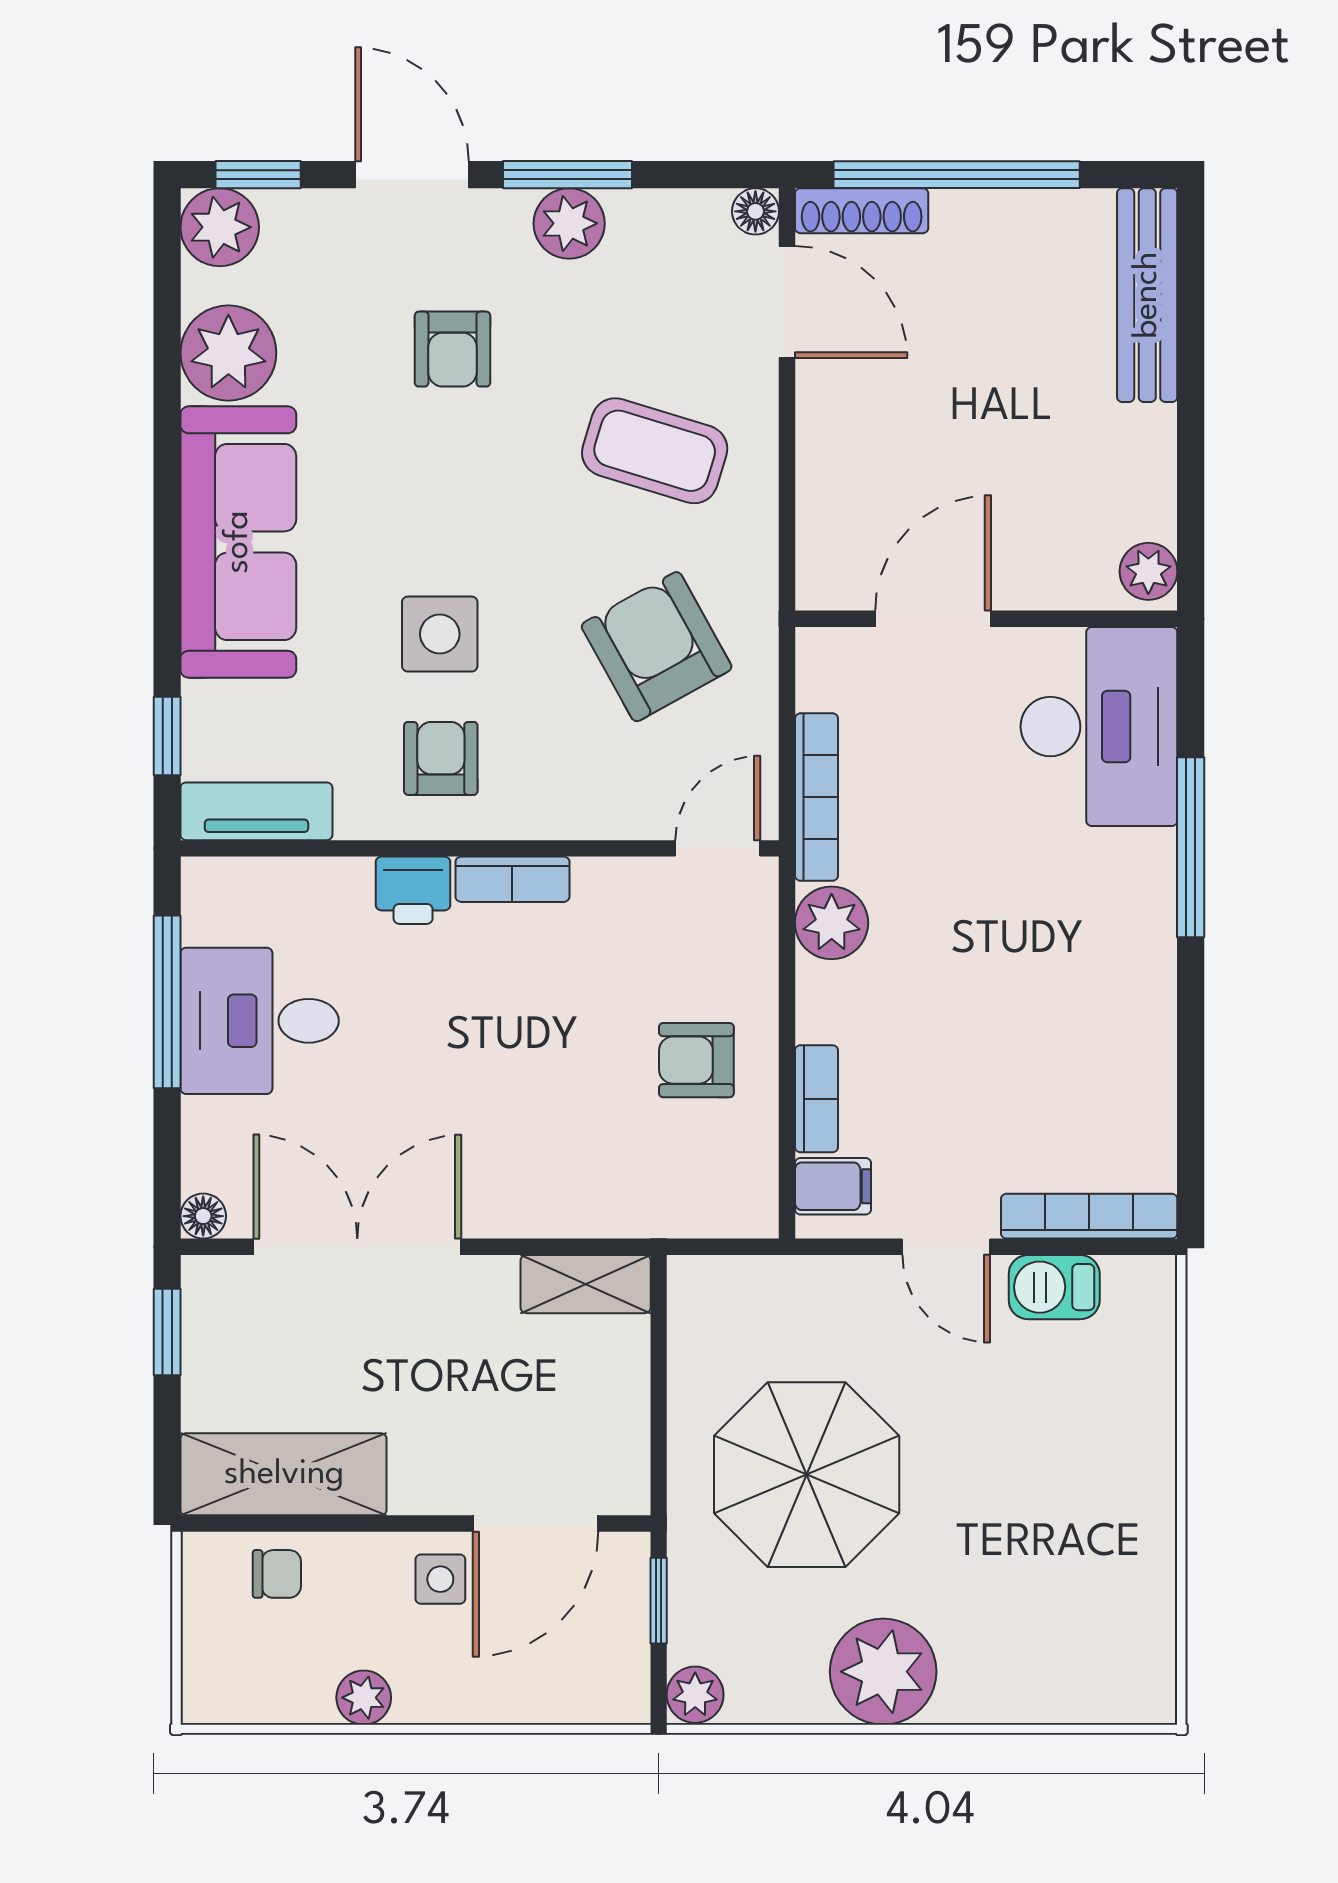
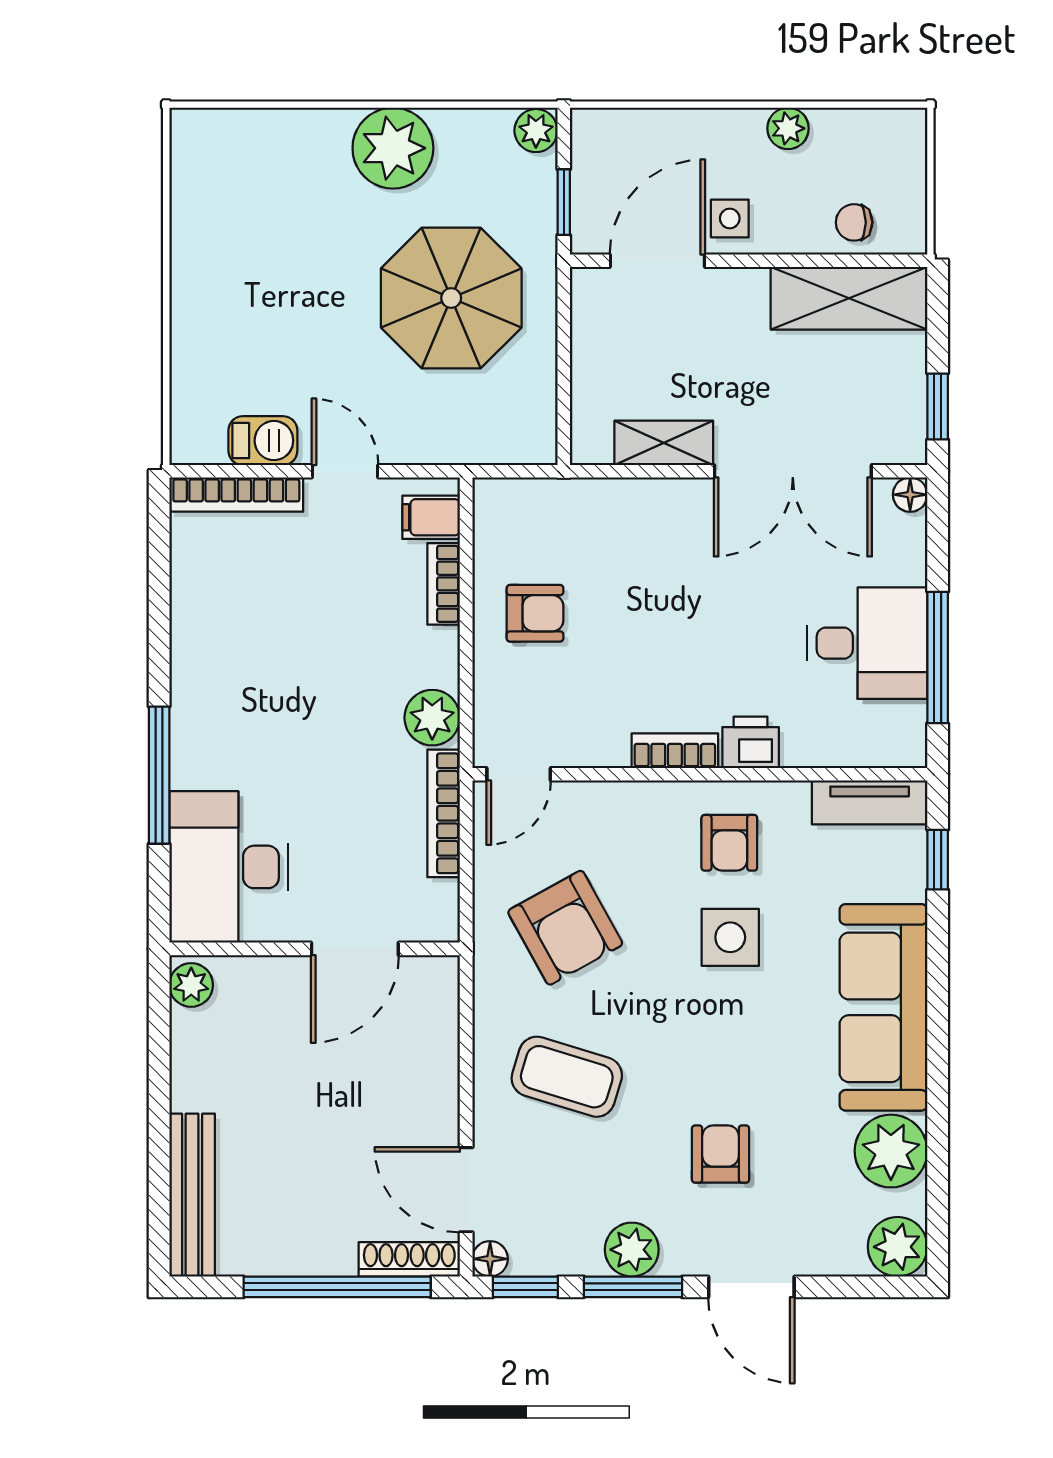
window: (258, 175) -> (525, 1287), moved
shelving: (586, 1284) -> (664, 443), moved

